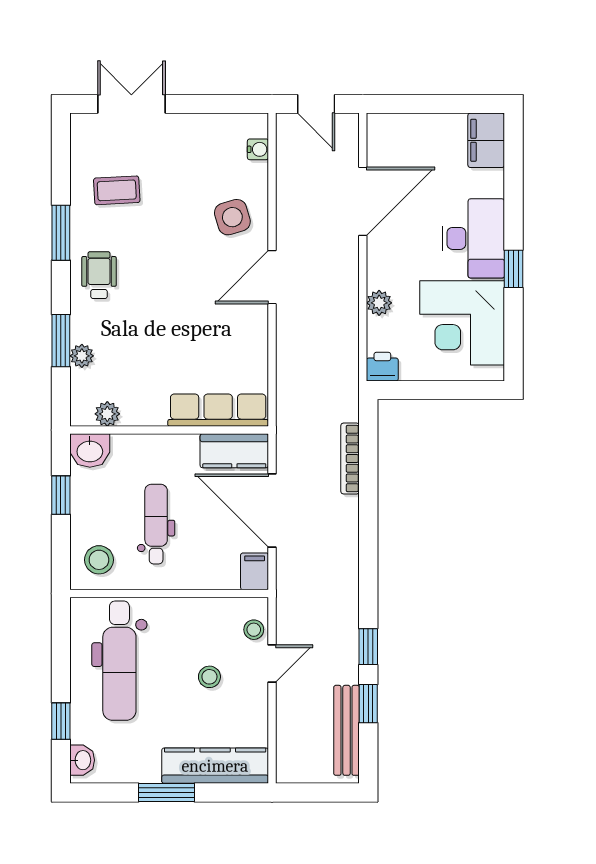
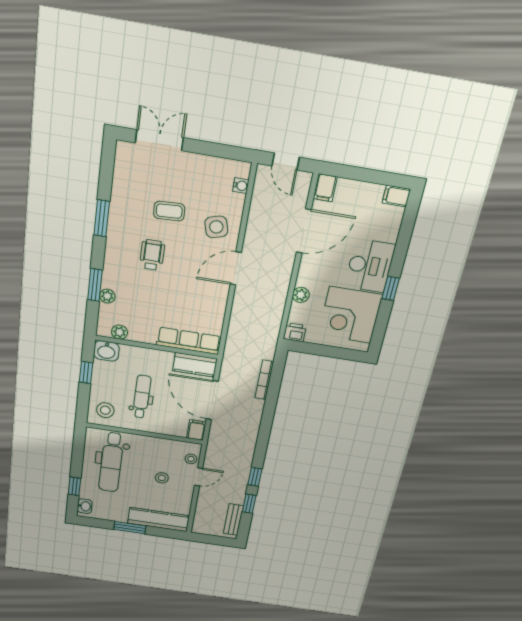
filing cabinet: (381, 132) -> (325, 188), added
filing cabinet: (486, 140) -> (396, 196), width x0.50
coffee table: (117, 190) -> (169, 211), moved
wheelchair: (99, 275) -> (152, 255), moved
bench: (347, 730) -> (233, 520), width x0.73

